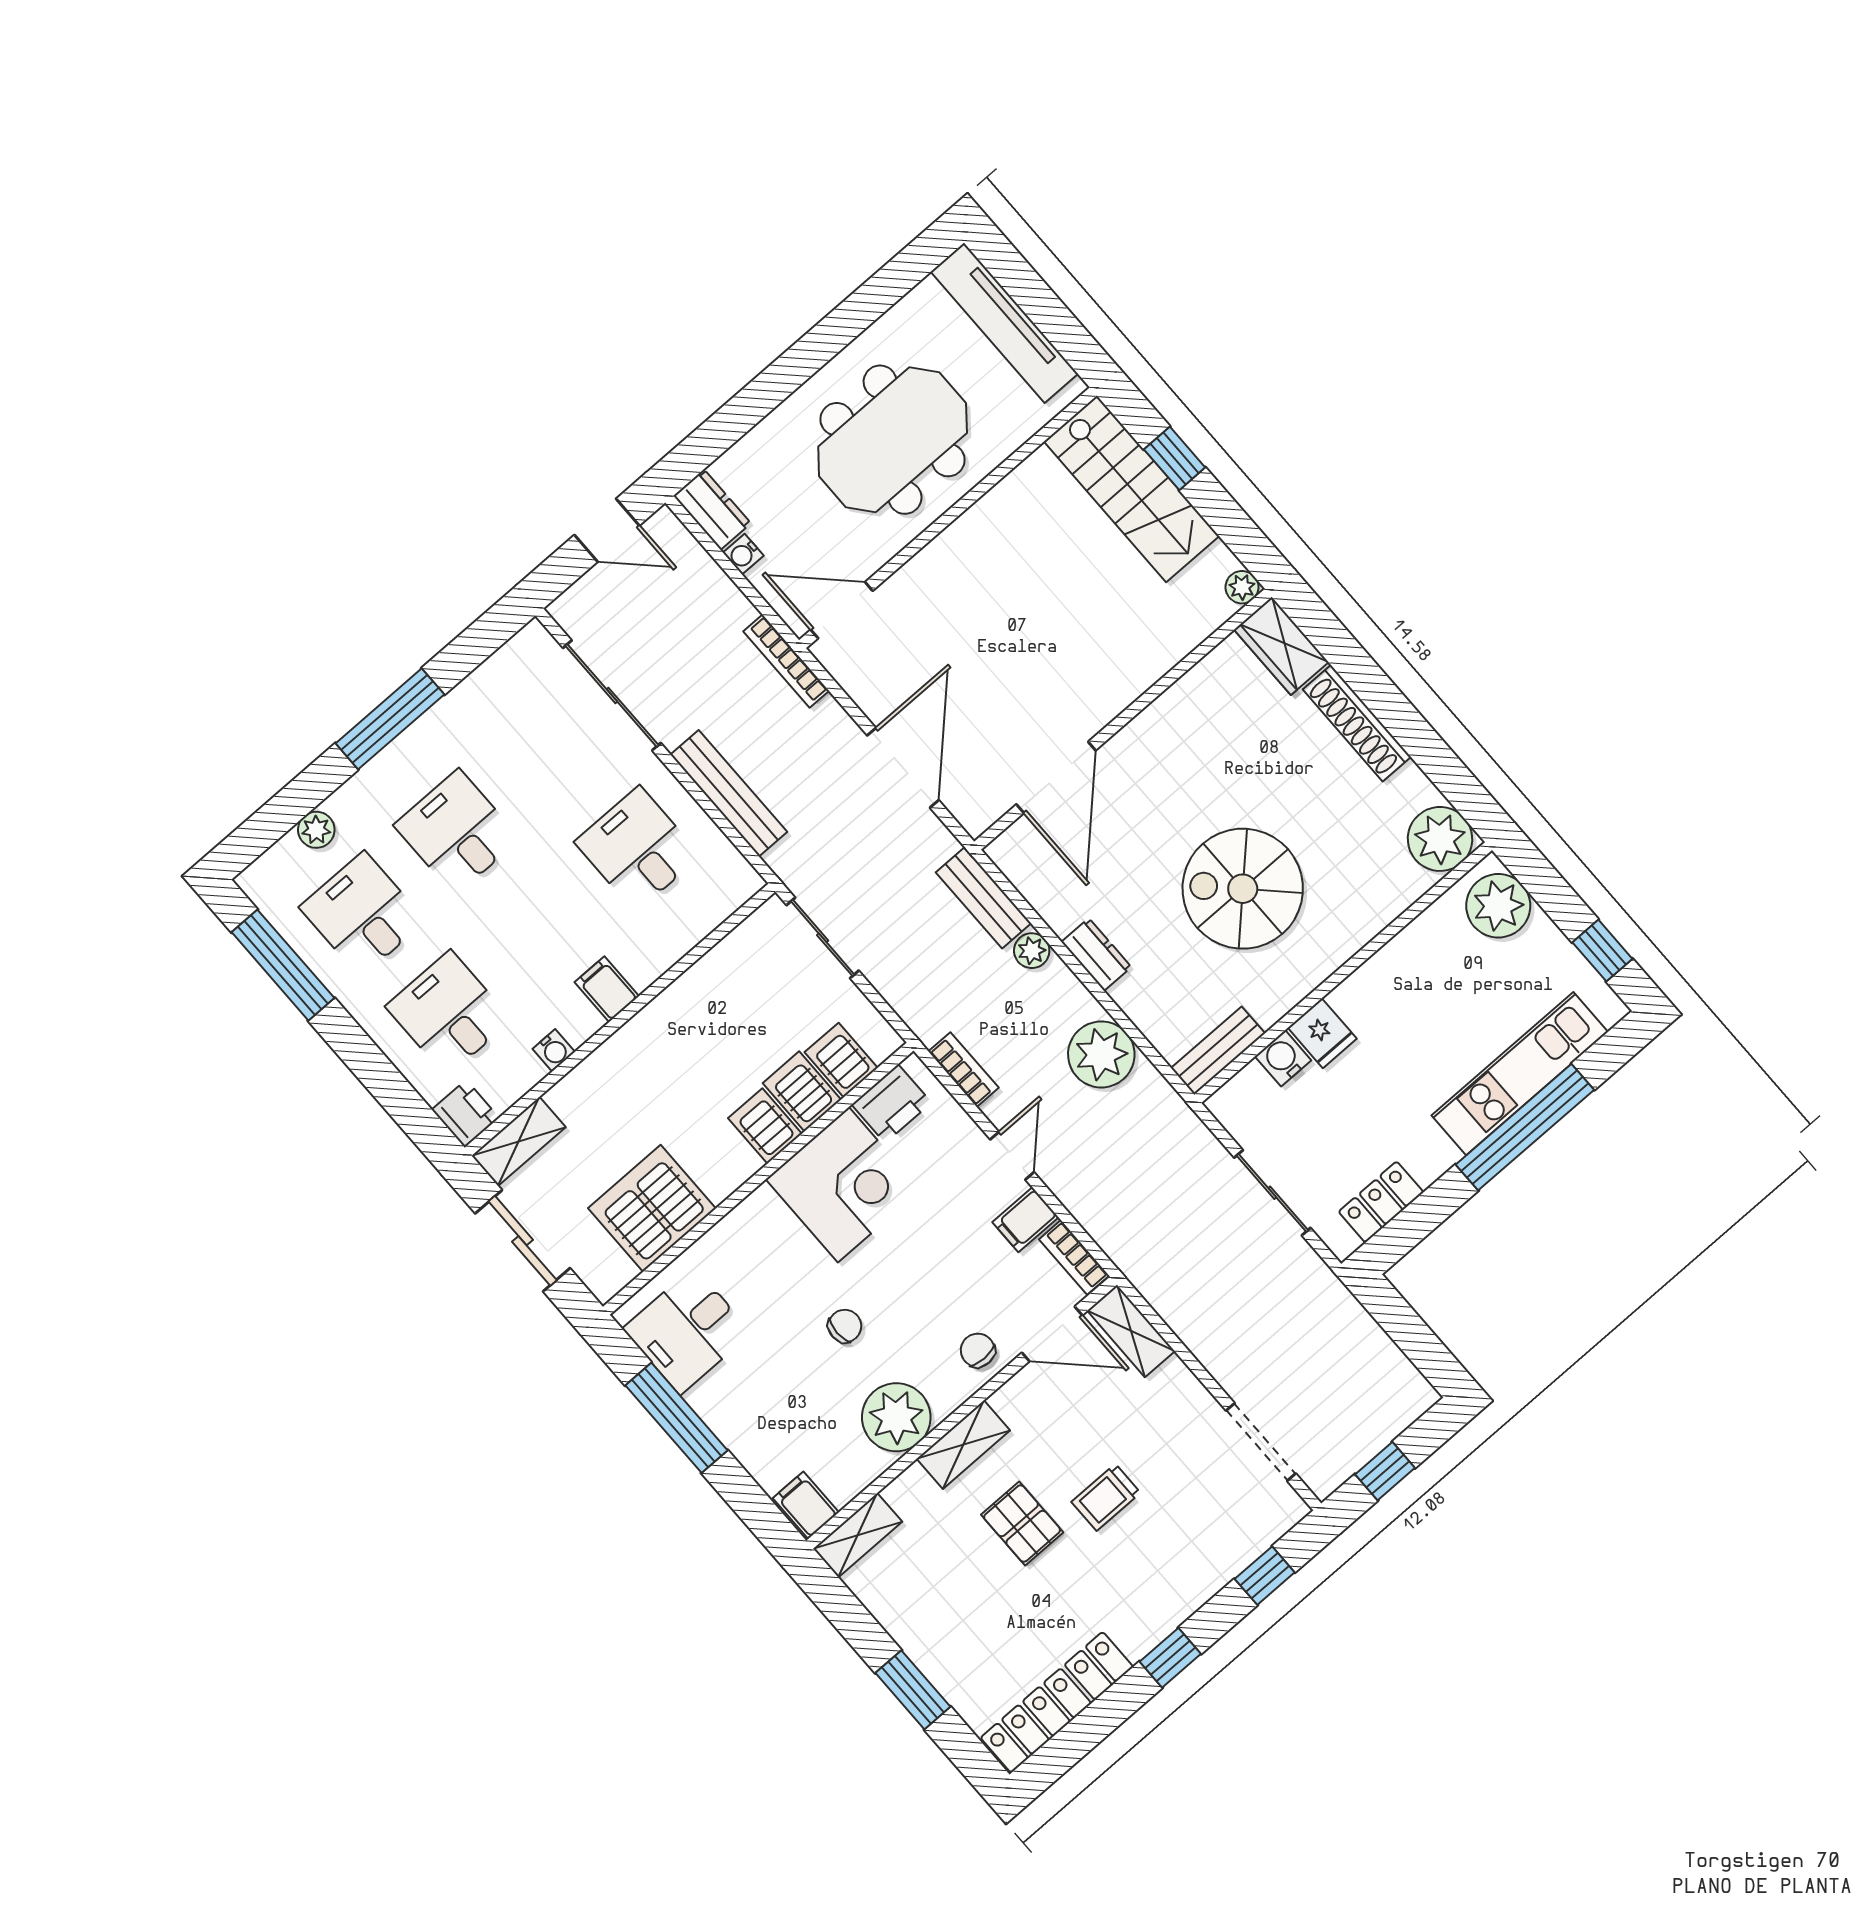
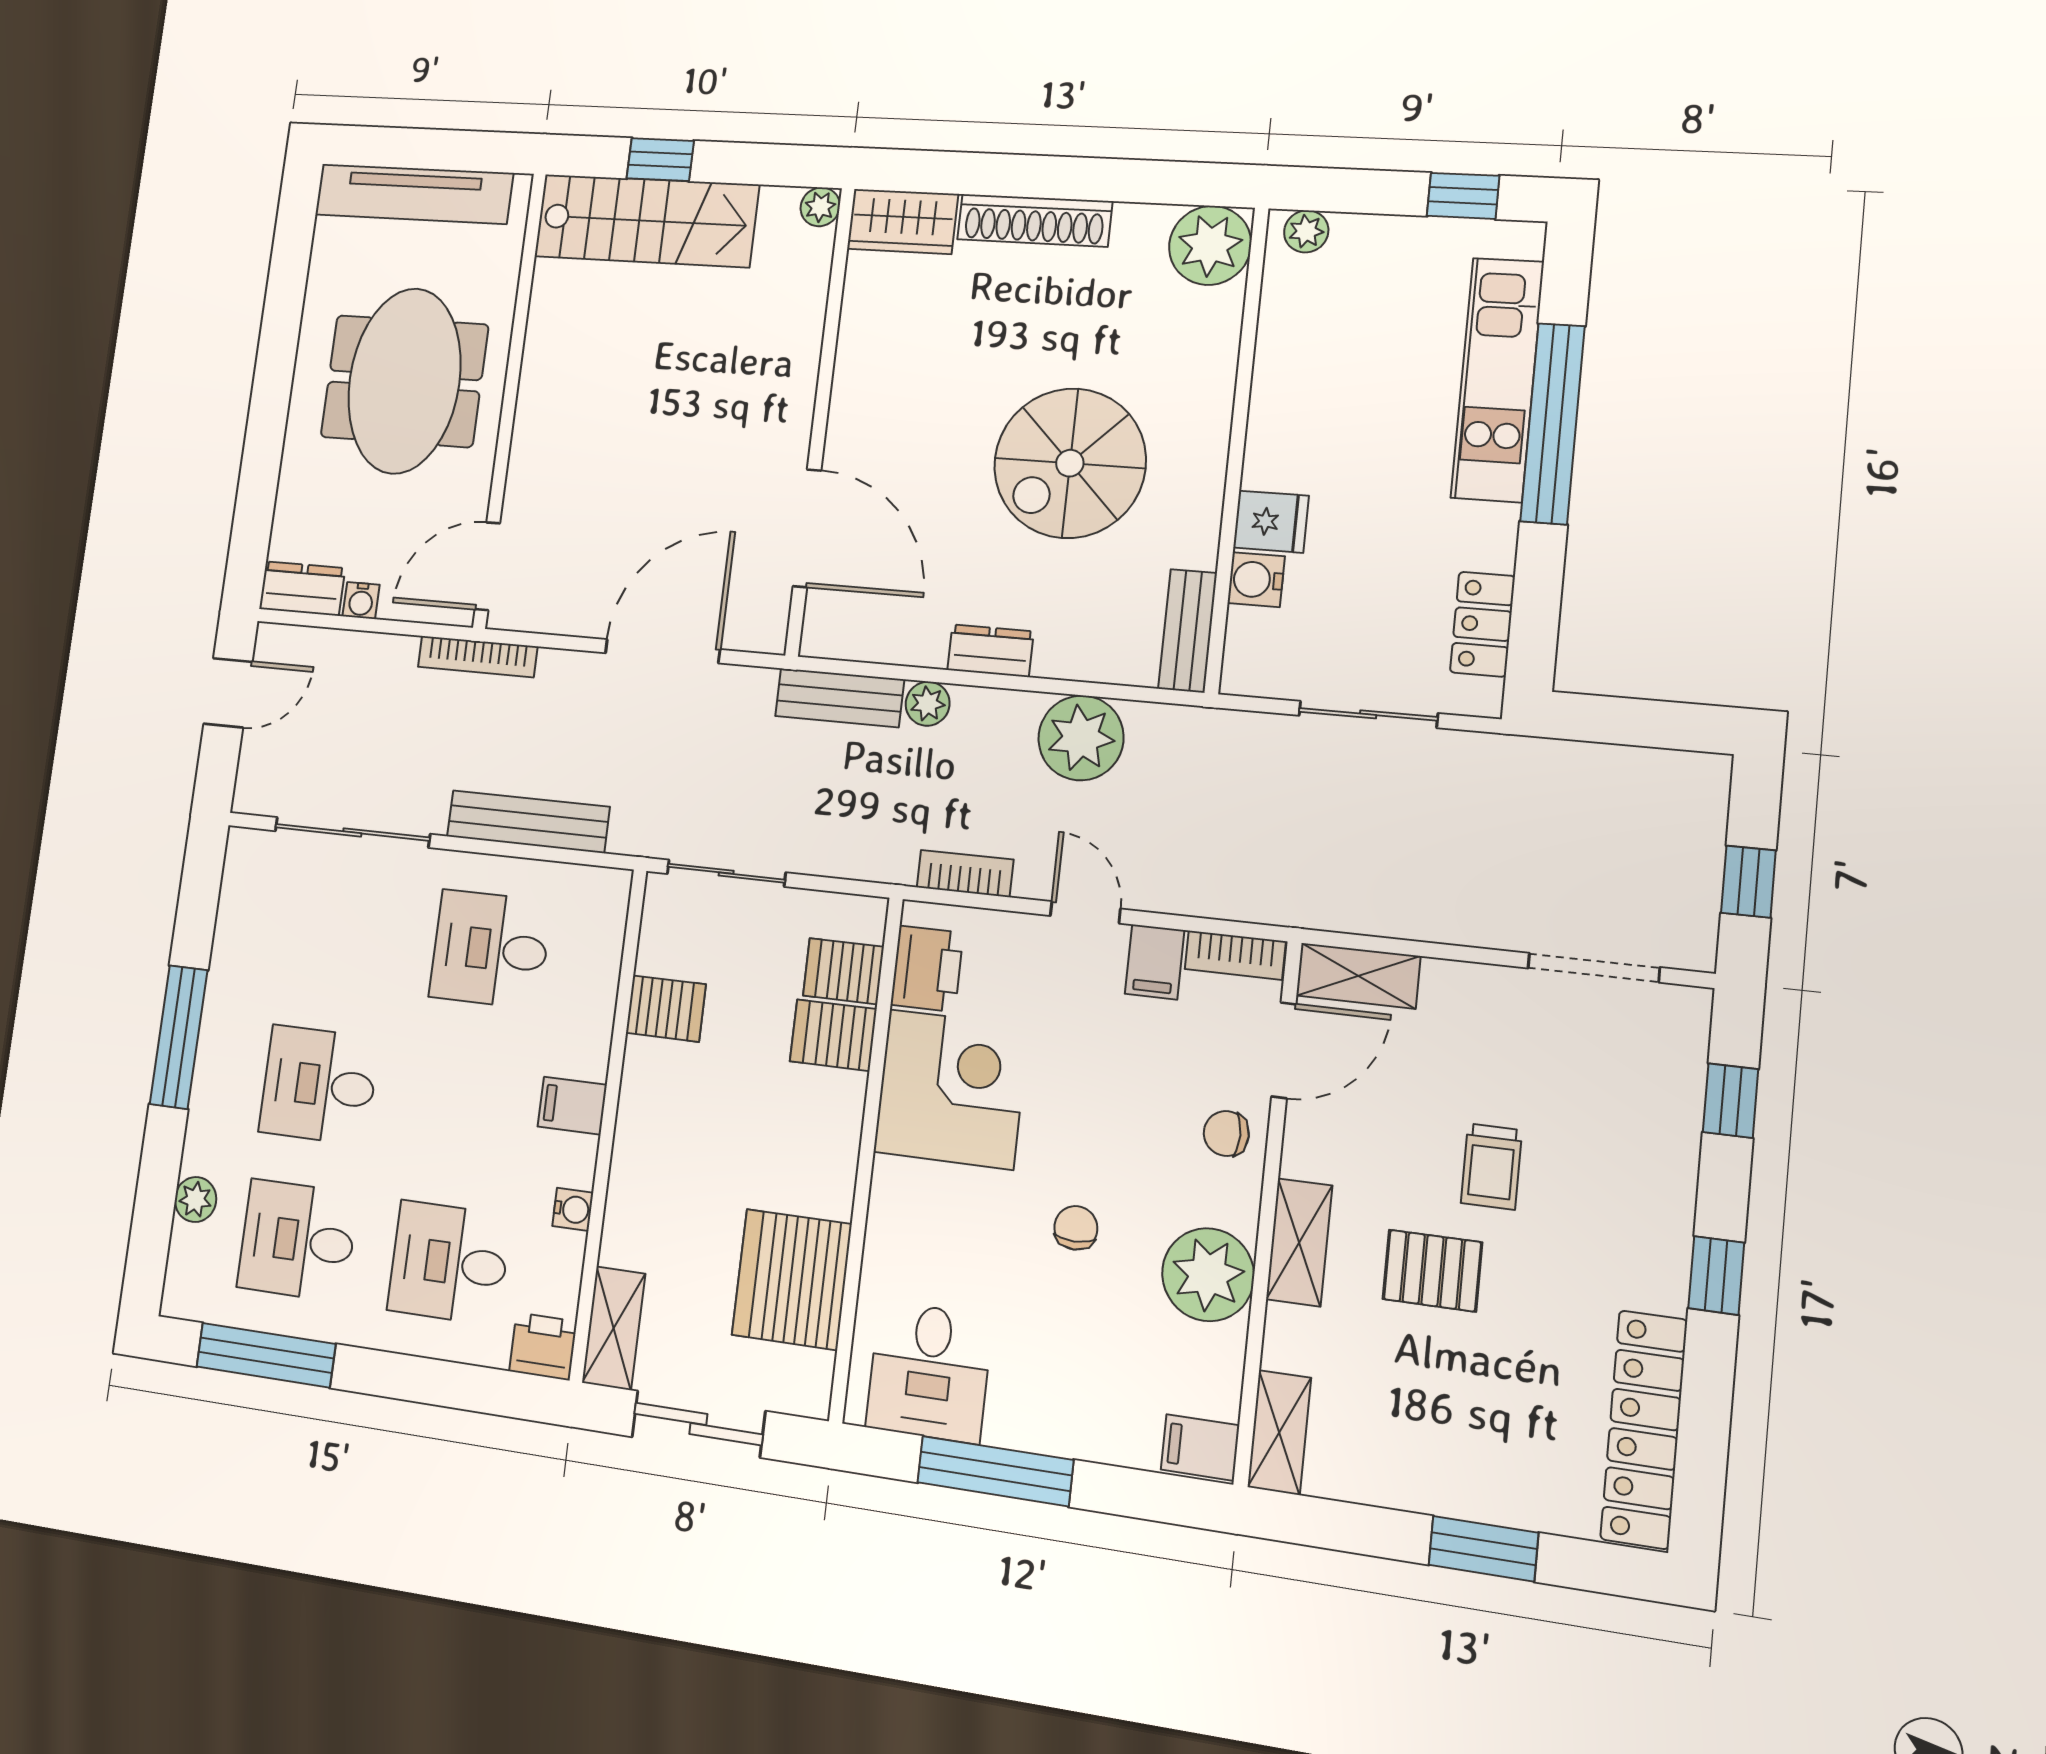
door: (903, 768) -> (663, 651), hinge flipped
plant: (1498, 906) -> (1306, 231), width x0.53, depth x0.53
server rack: (765, 1126) -> (666, 1009), moved, turned 180

